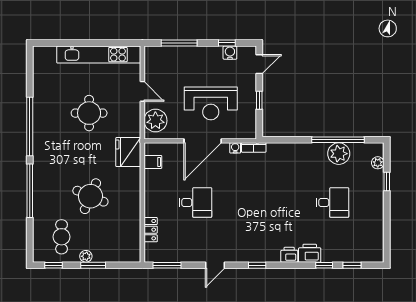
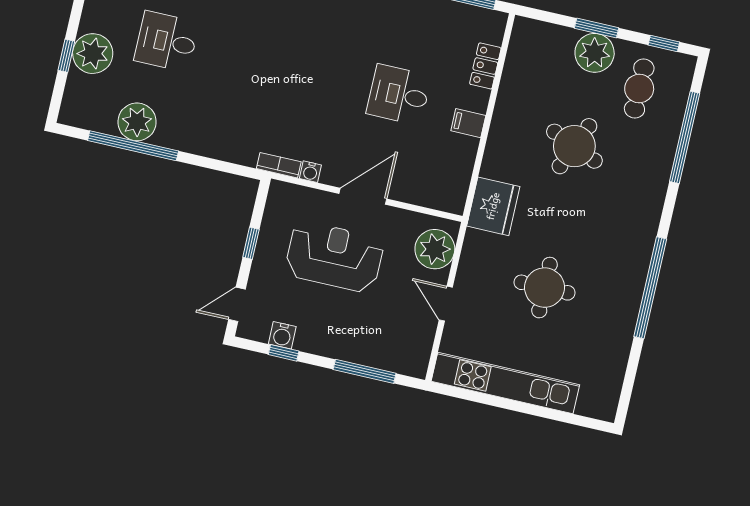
door: (203, 141) -> (363, 196), width x0.73
filing cabinet: (153, 162) -> (468, 123), moved
plant: (378, 163) -> (93, 54), moved, width x1.87, depth x1.87
window: (30, 191) -> (685, 137), moved
plant: (86, 256) -> (595, 53), width x1.87, depth x1.87

